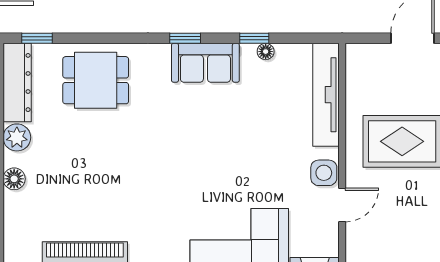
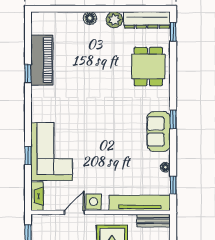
window: (254, 38) -> (173, 185), moved
bench: (356, 72) -> (153, 221), added
door: (342, 205) -> (74, 212), swing flipped

